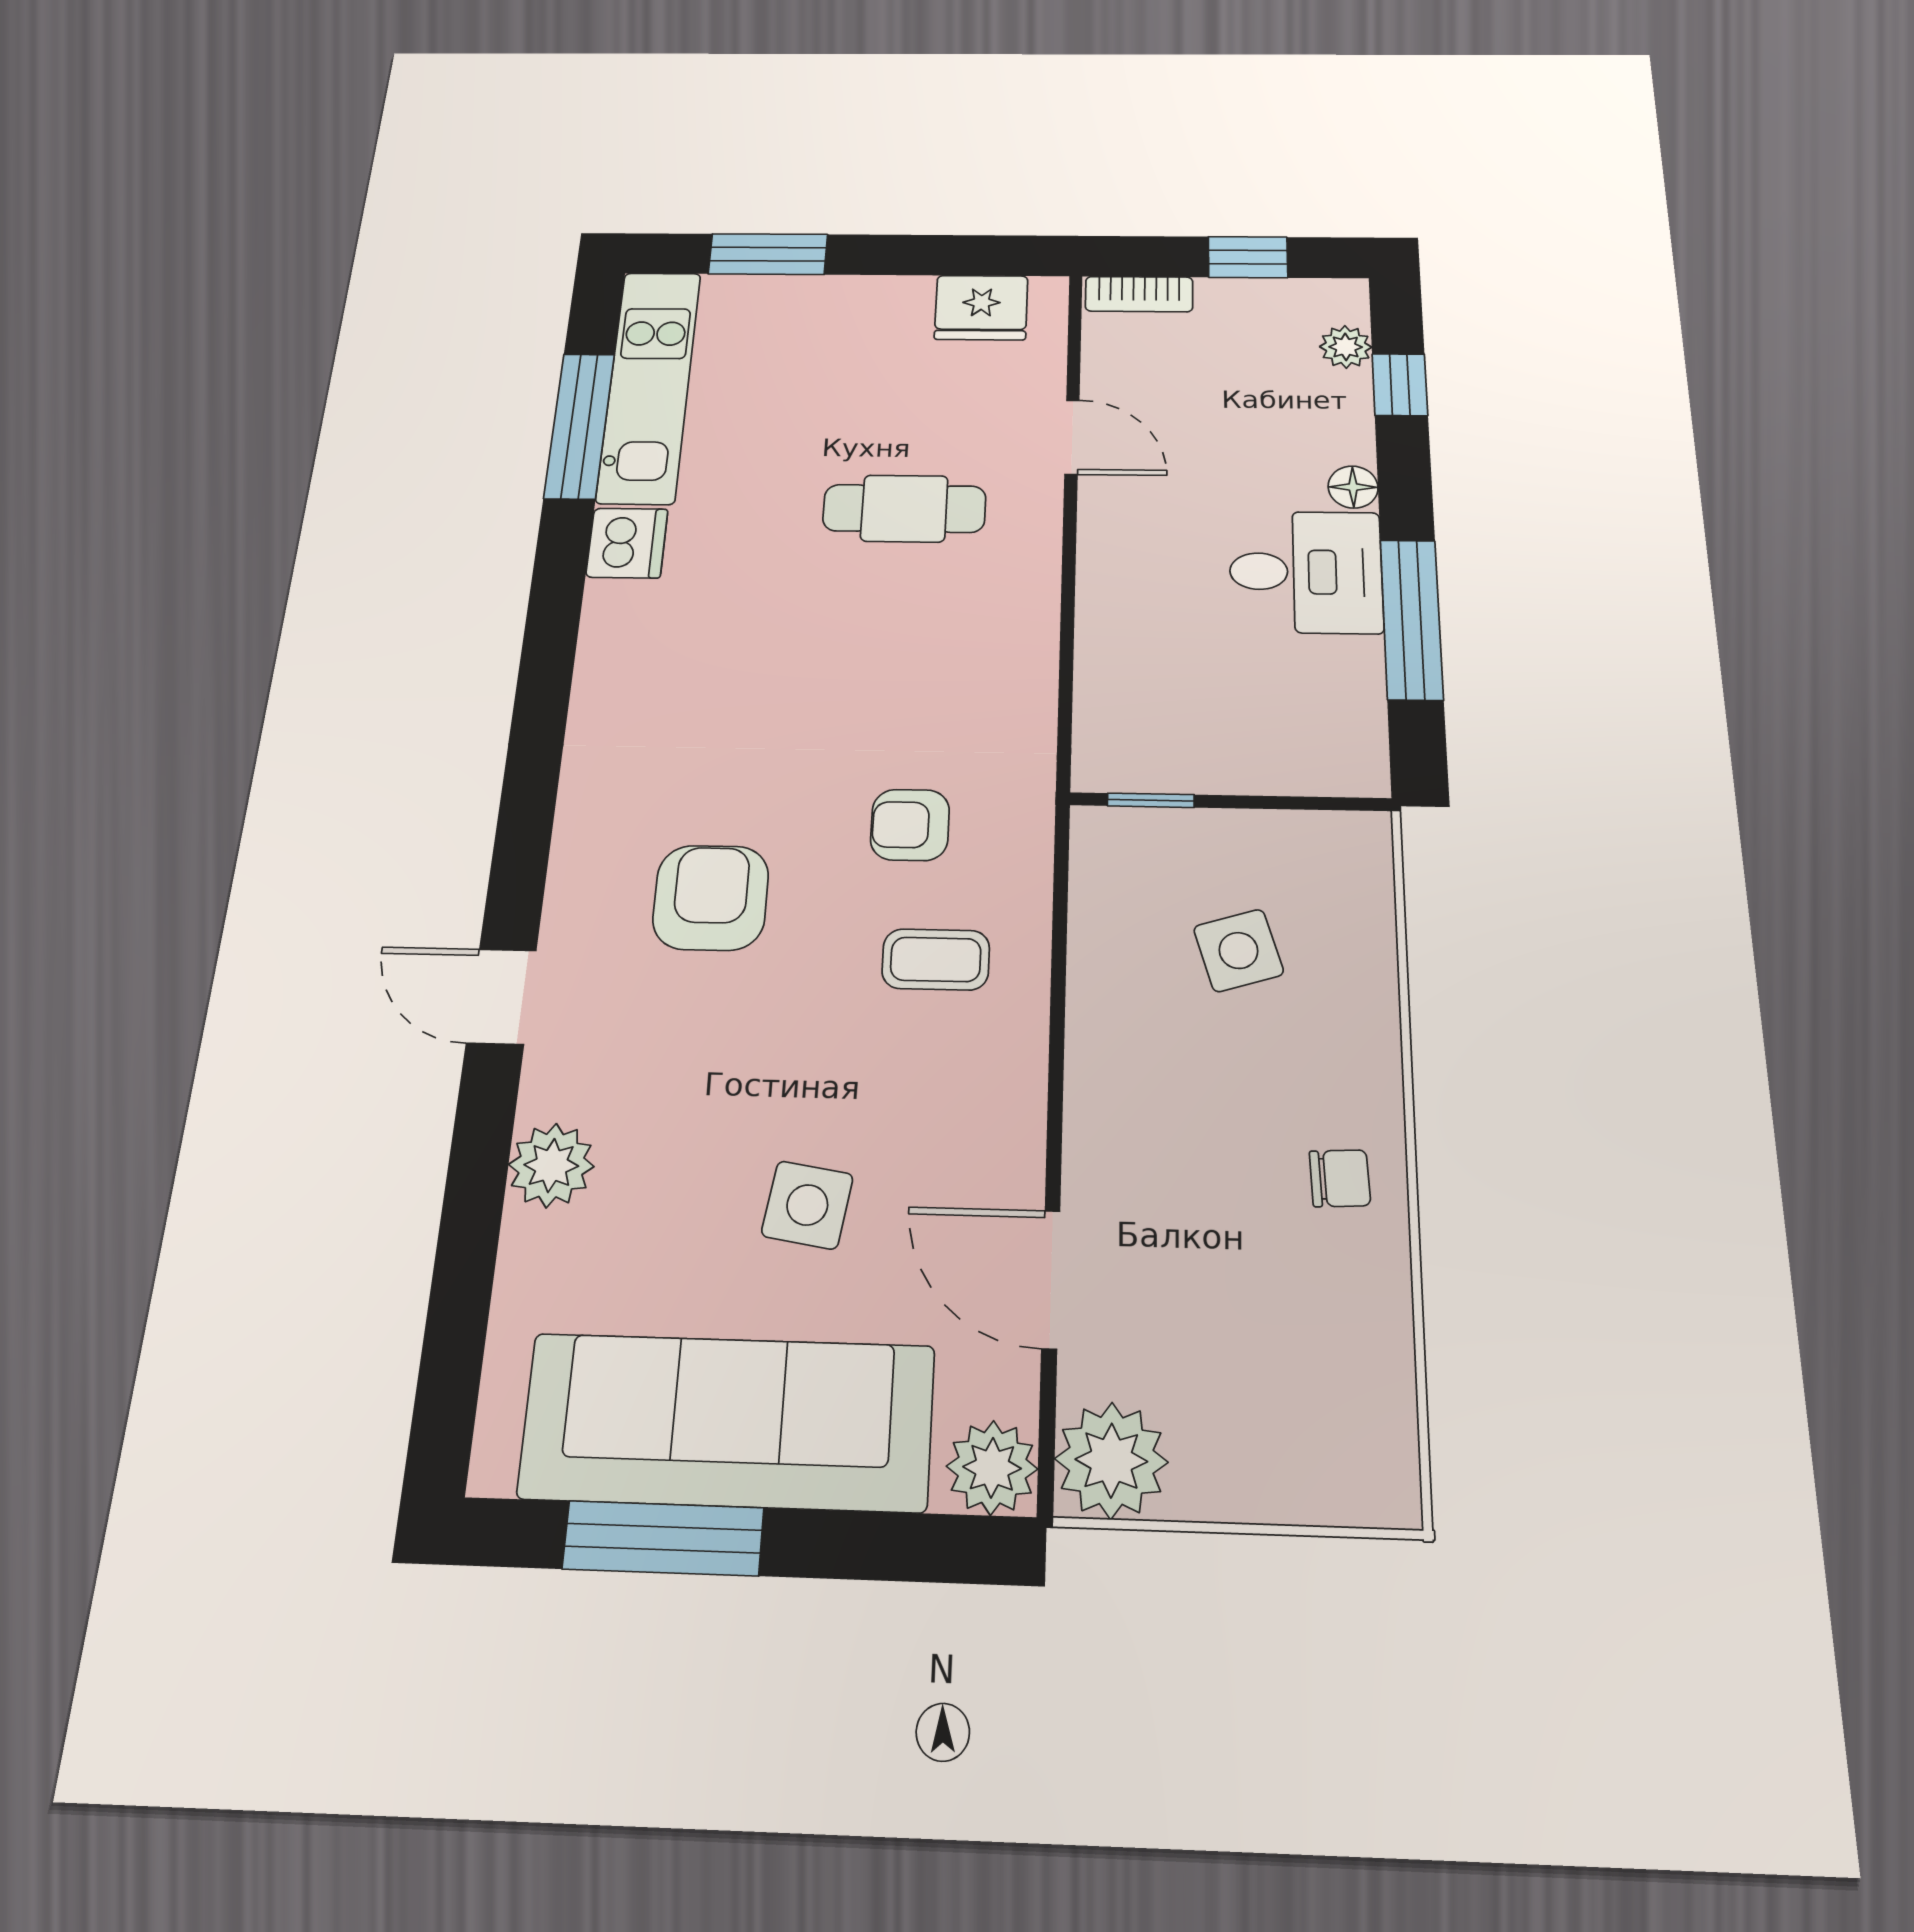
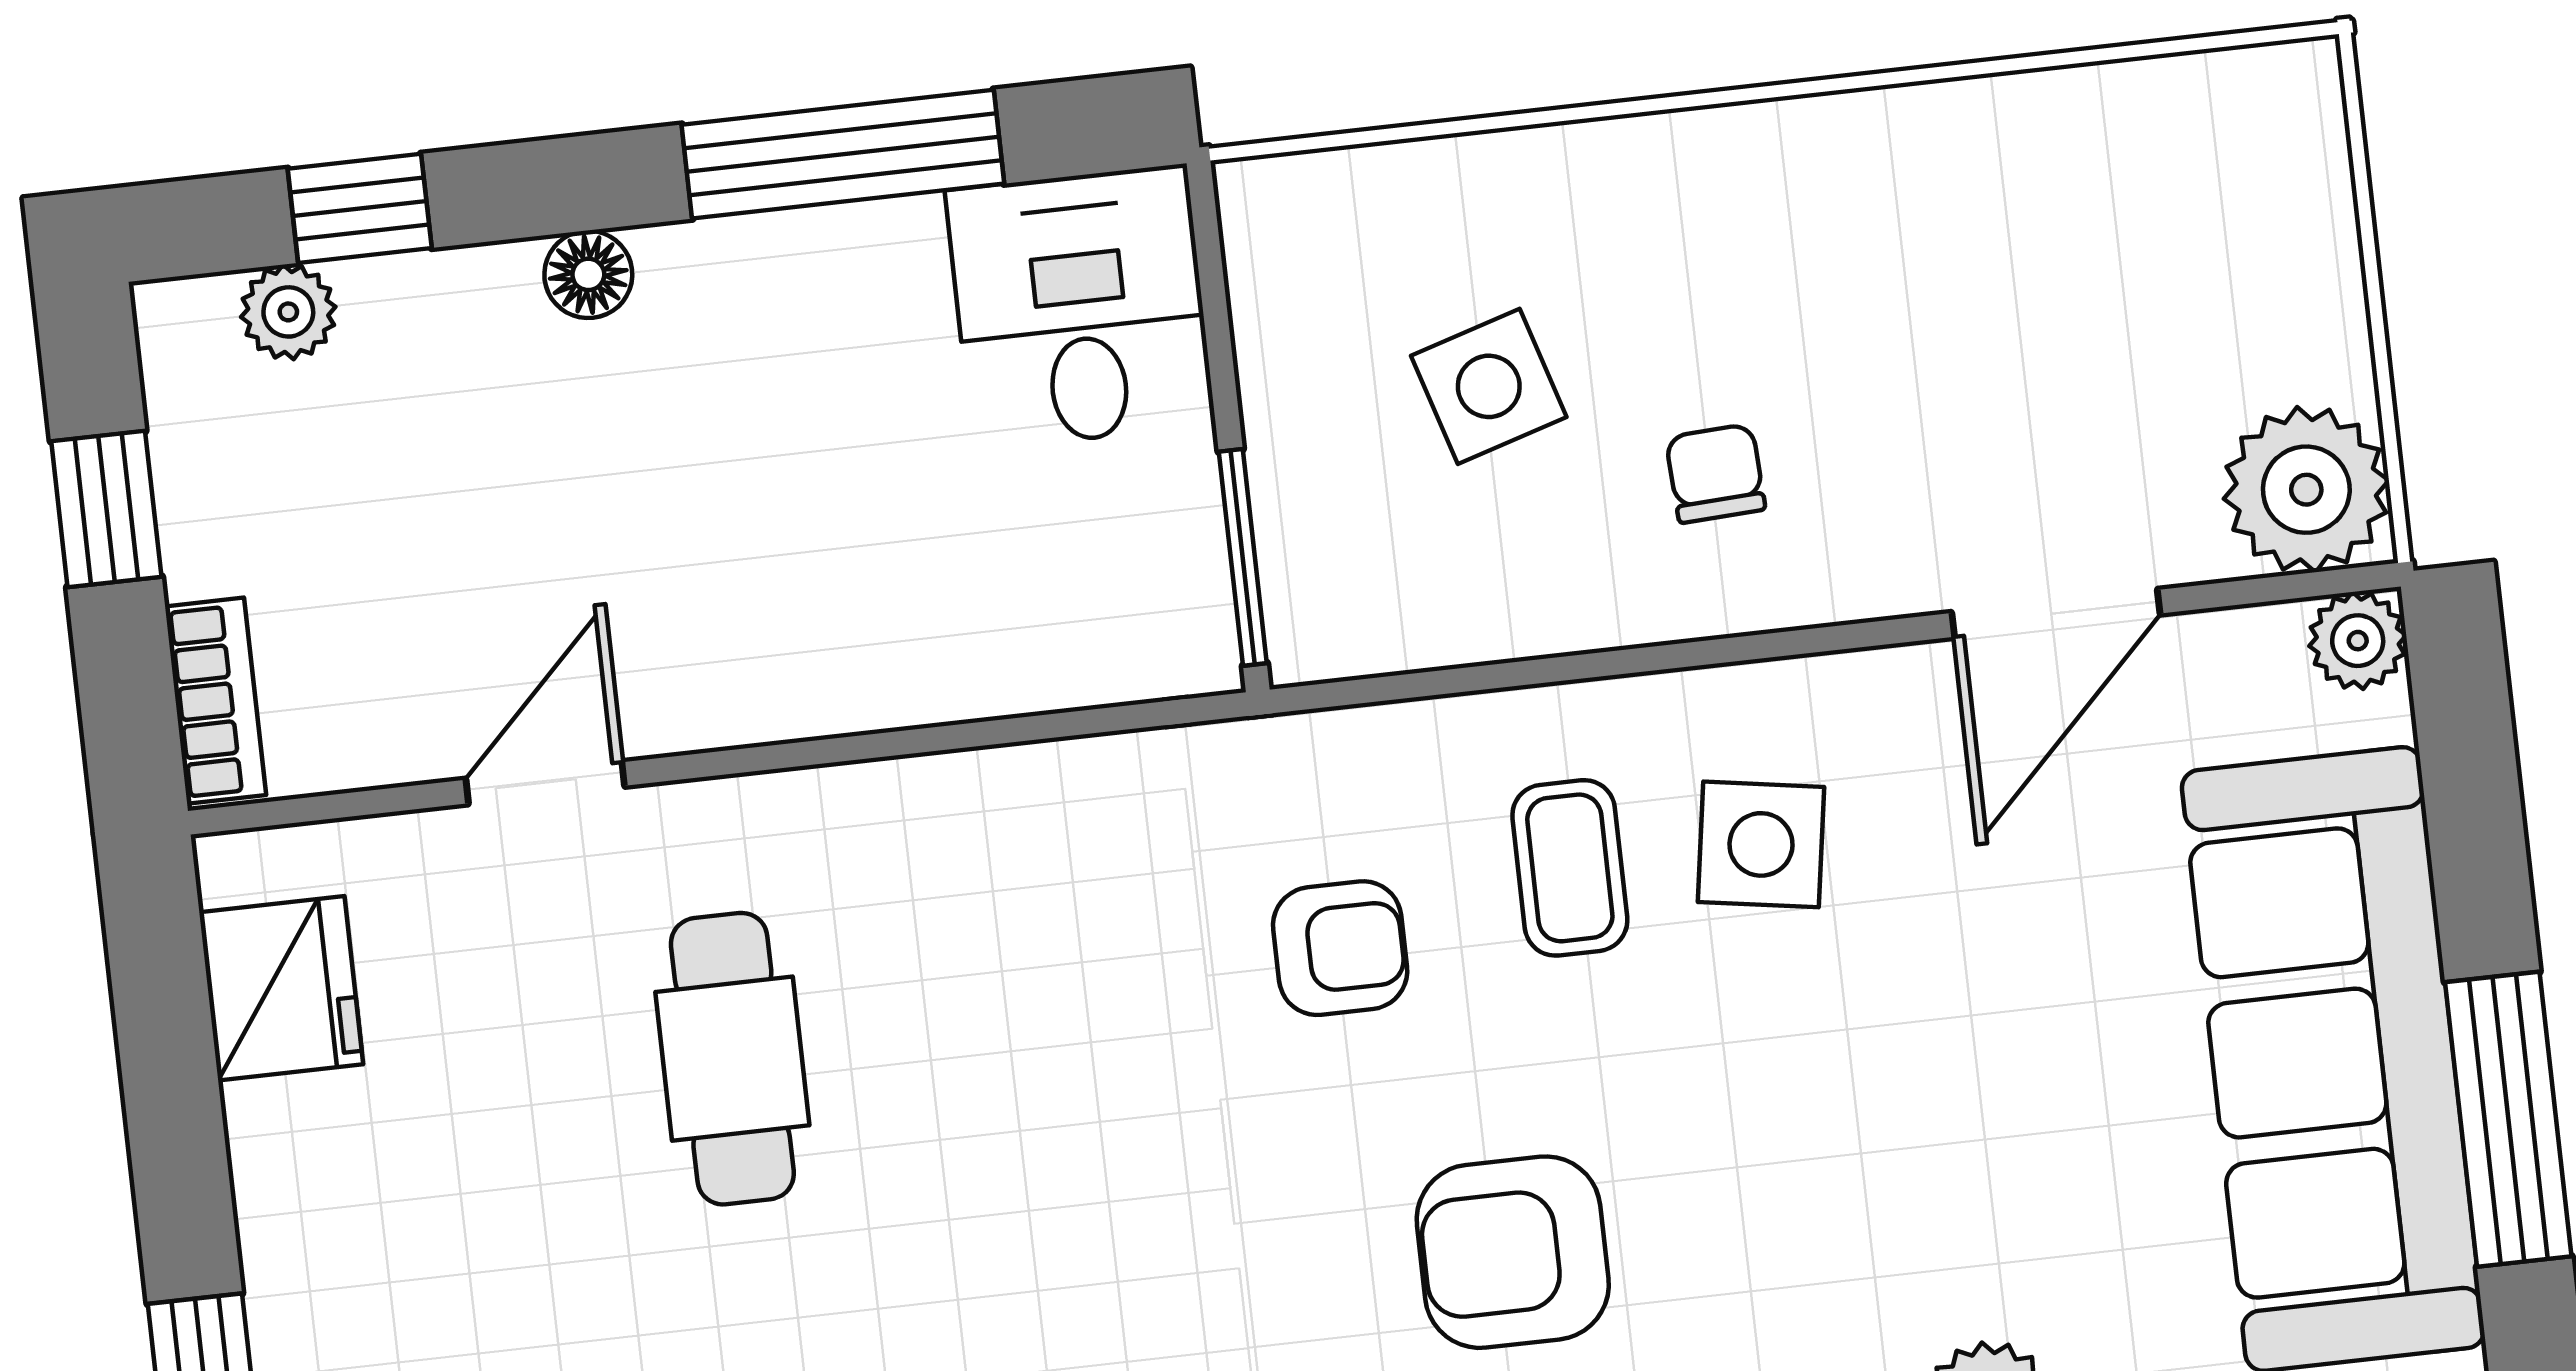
desk: (1306, 572) -> (1080, 307), moved
window: (1151, 800) -> (1243, 557), width x1.50
armchair: (910, 825) -> (1340, 948), turned -90
chair: (1340, 1178) -> (1716, 473), moved
side table: (807, 1205) -> (1761, 844), moved
plant: (992, 1468) -> (2358, 641), width x0.73, depth x0.73

